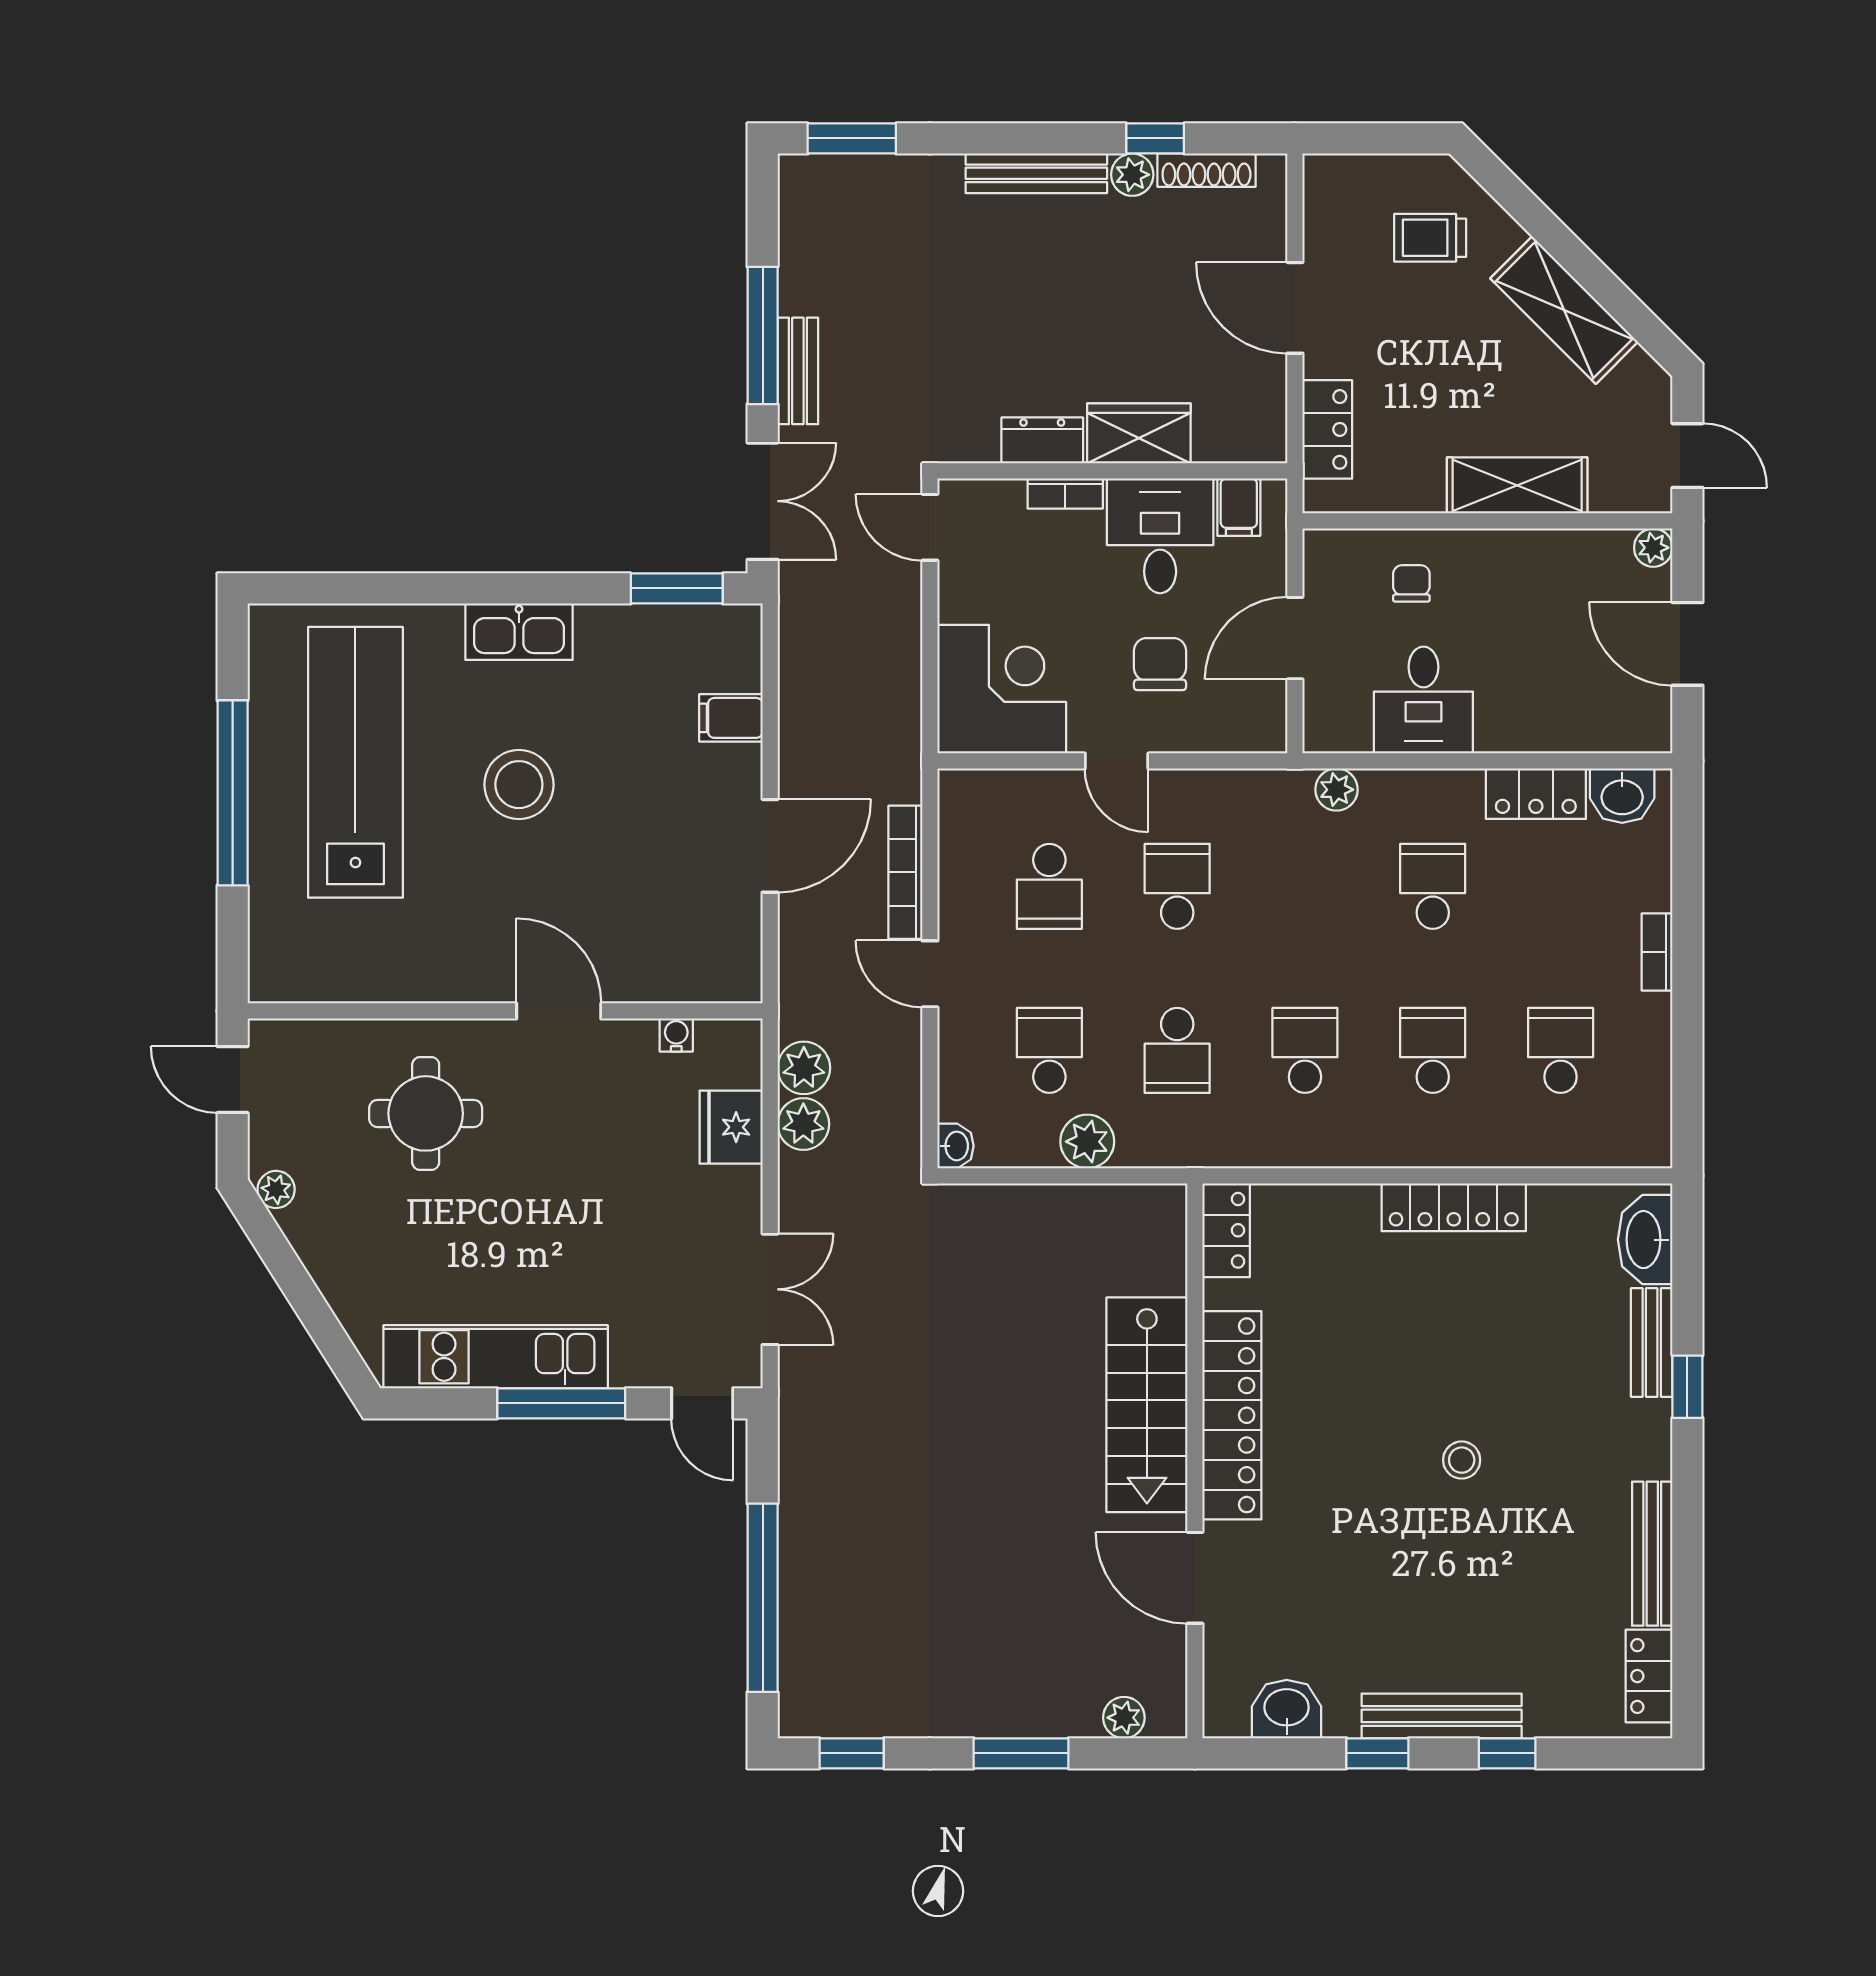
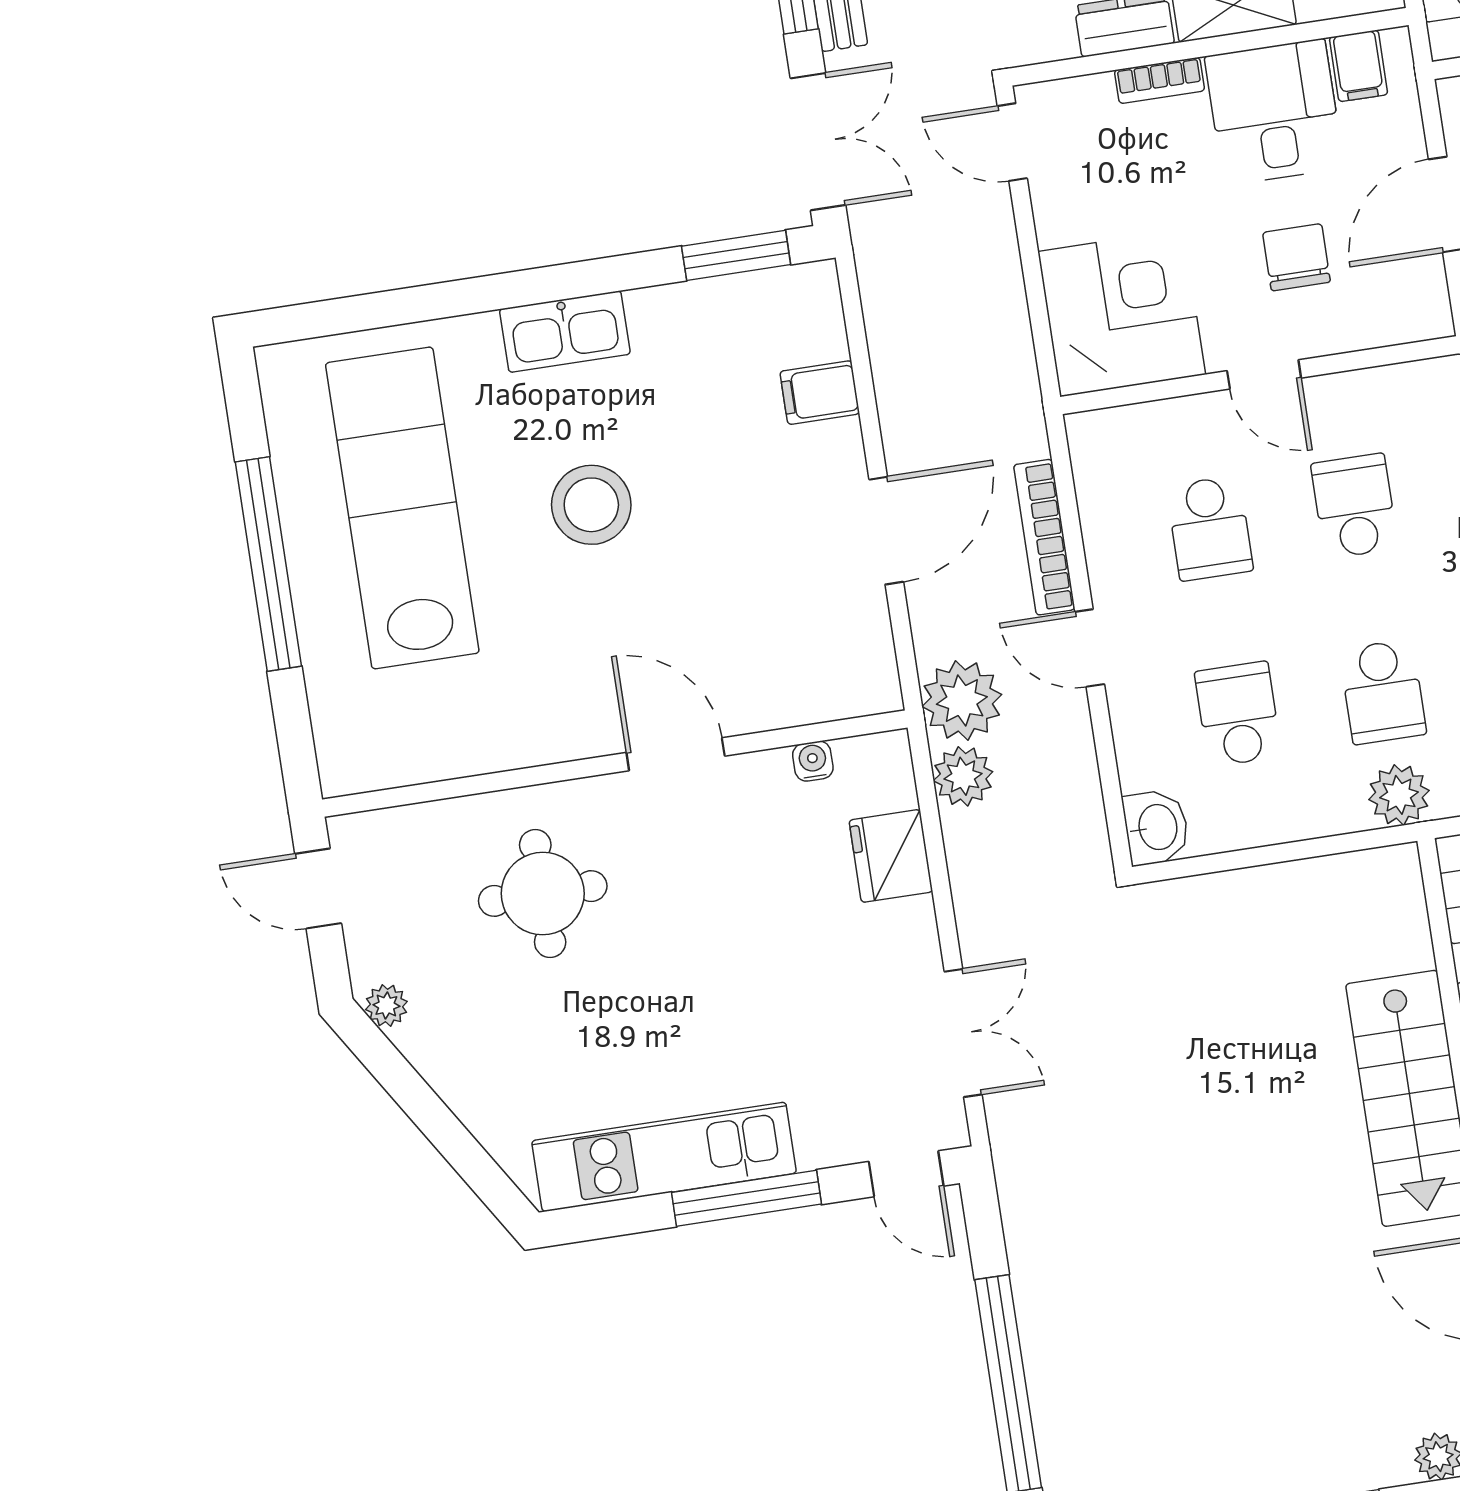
plant: (803, 1124) -> (962, 700), moved, width x1.36, depth x1.36
plant: (1087, 1142) -> (1399, 795), moved
washbasin: (956, 1146) -> (1156, 827), width x1.38, depth x1.45

